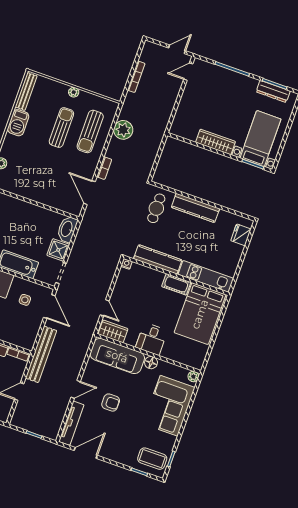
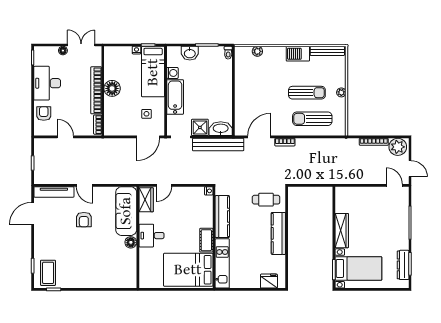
plant: (123, 130) -> (398, 147), moved
bench: (41, 354) -> (218, 145), moved
plant: (193, 377) -> (132, 283), removed
corner sofa: (169, 406) -> (99, 271), removed
door: (86, 453) -> (33, 213), swing flipped

